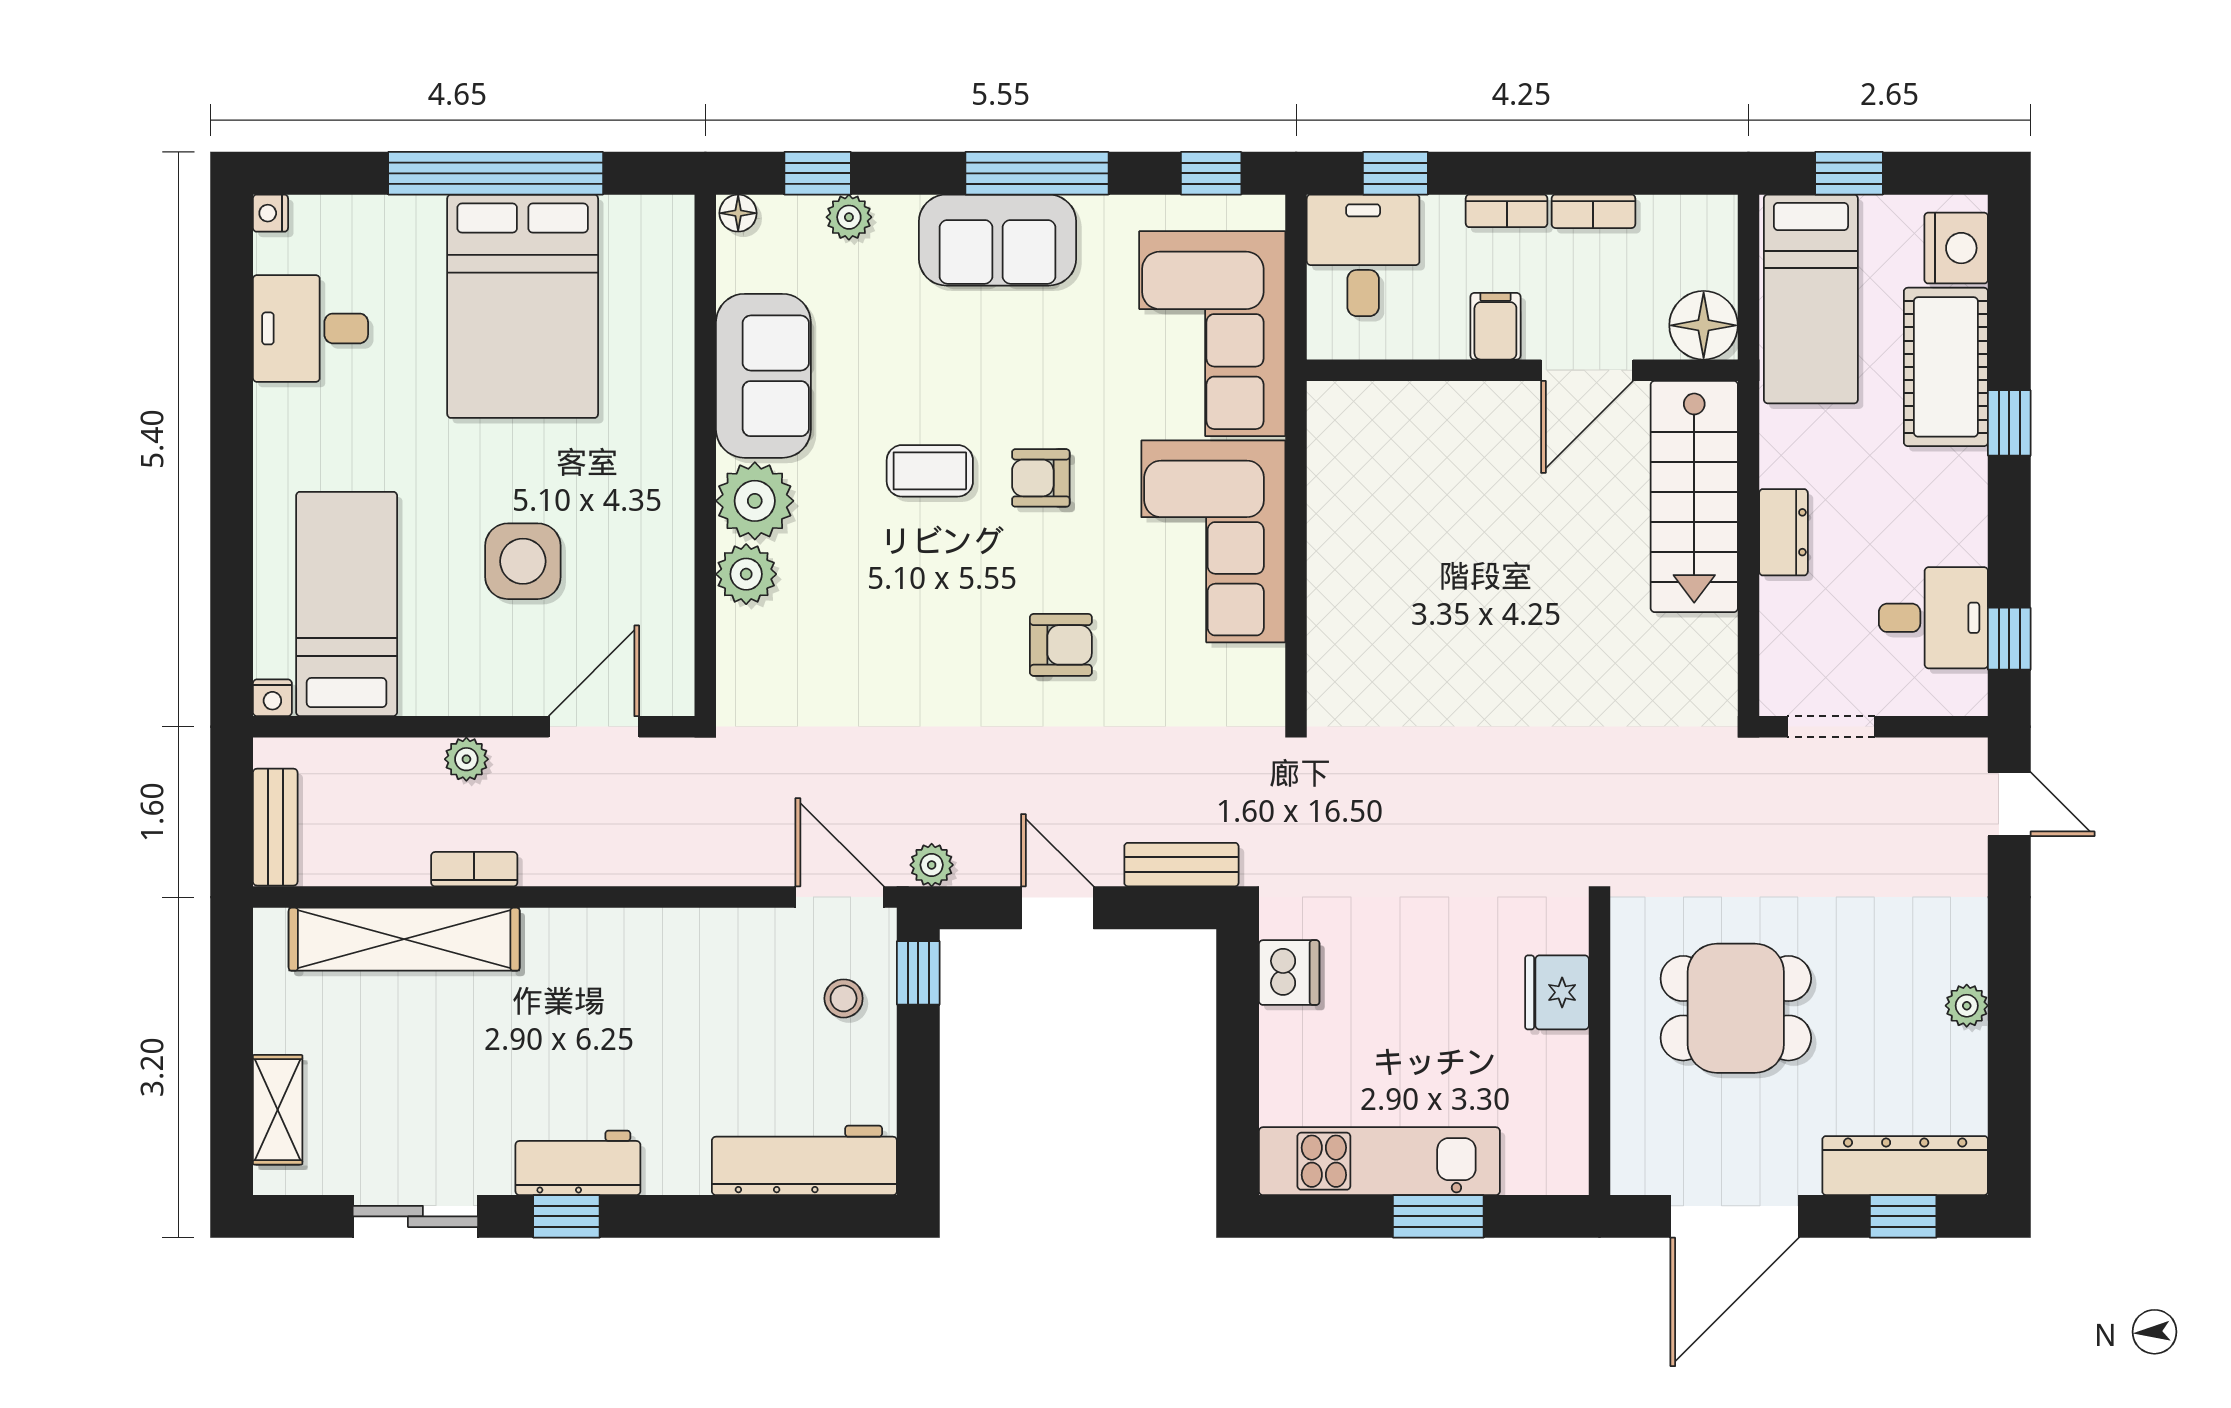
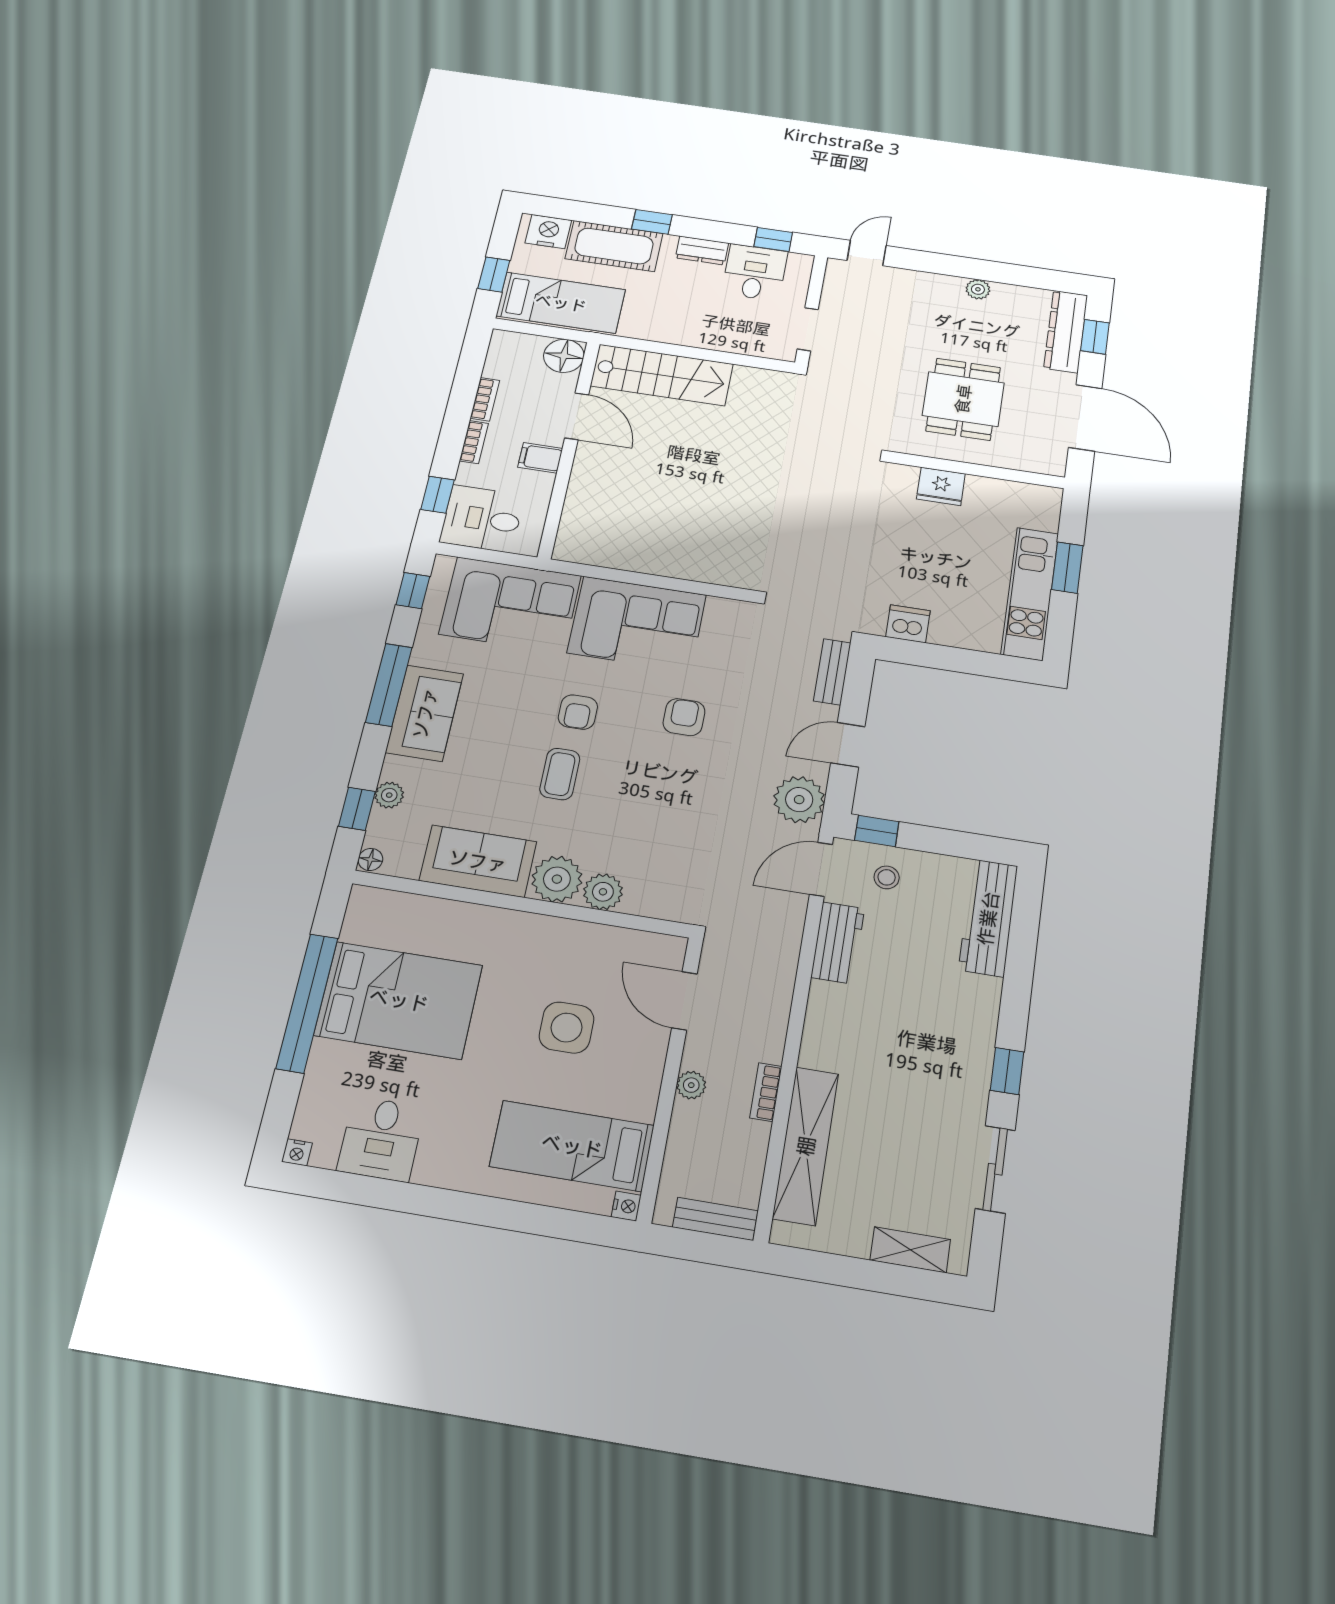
dresser: (1783, 532) -> (702, 250), moved, turned 180
plant: (932, 865) -> (799, 800), width x1.87, depth x1.87
workbench: (578, 1163) -> (838, 943), moved, turned 180

